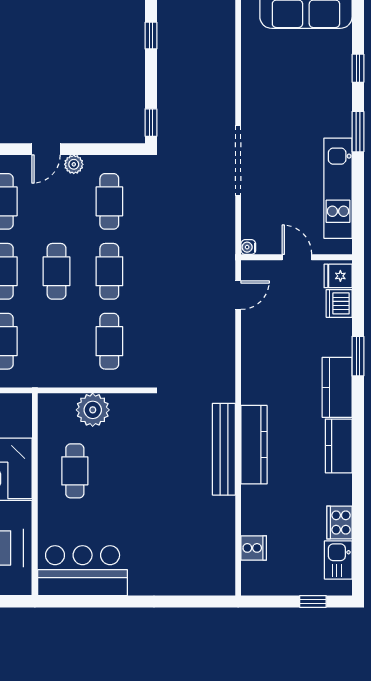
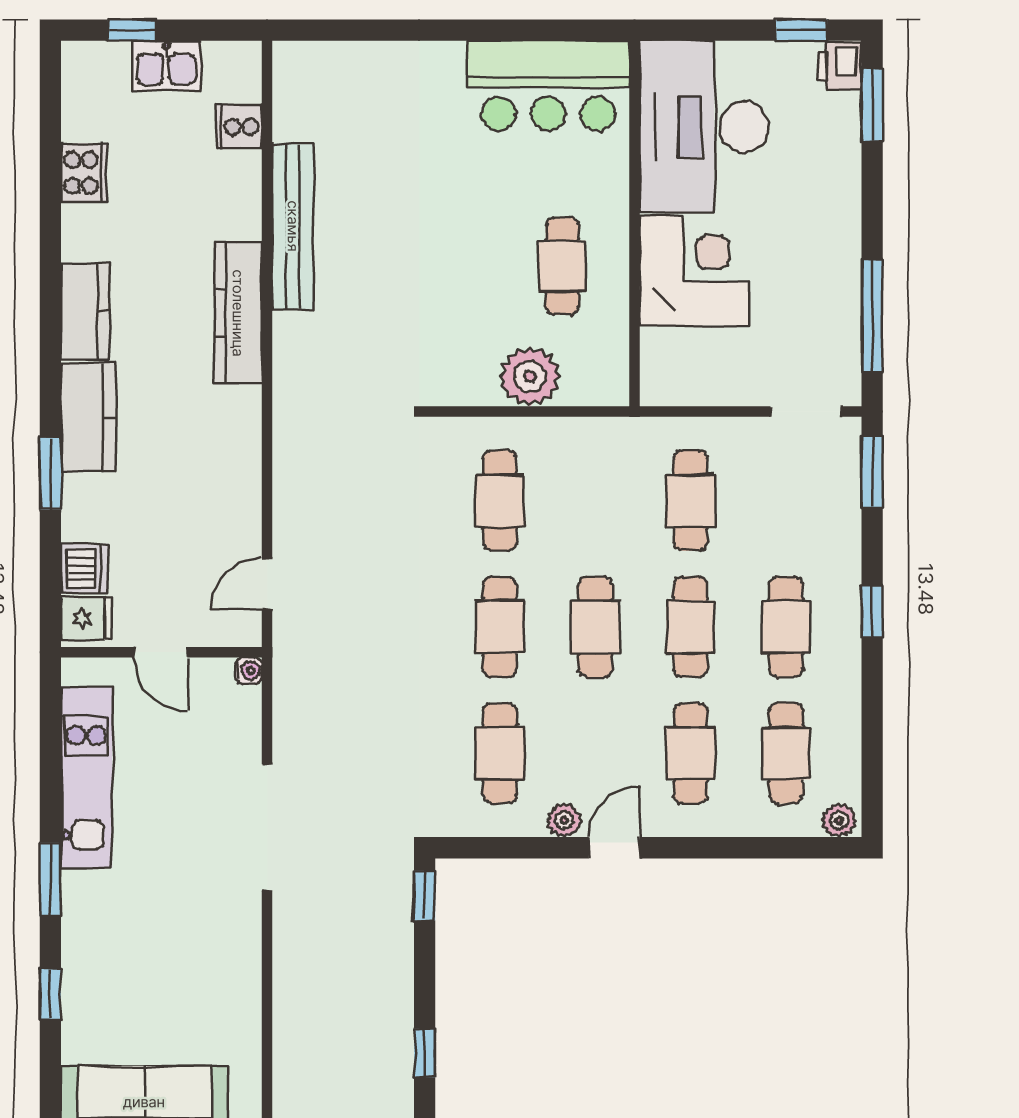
bench: (224, 449) -> (293, 226), moved
kitchen sink: (338, 560) -> (166, 66), moved, turned 90

